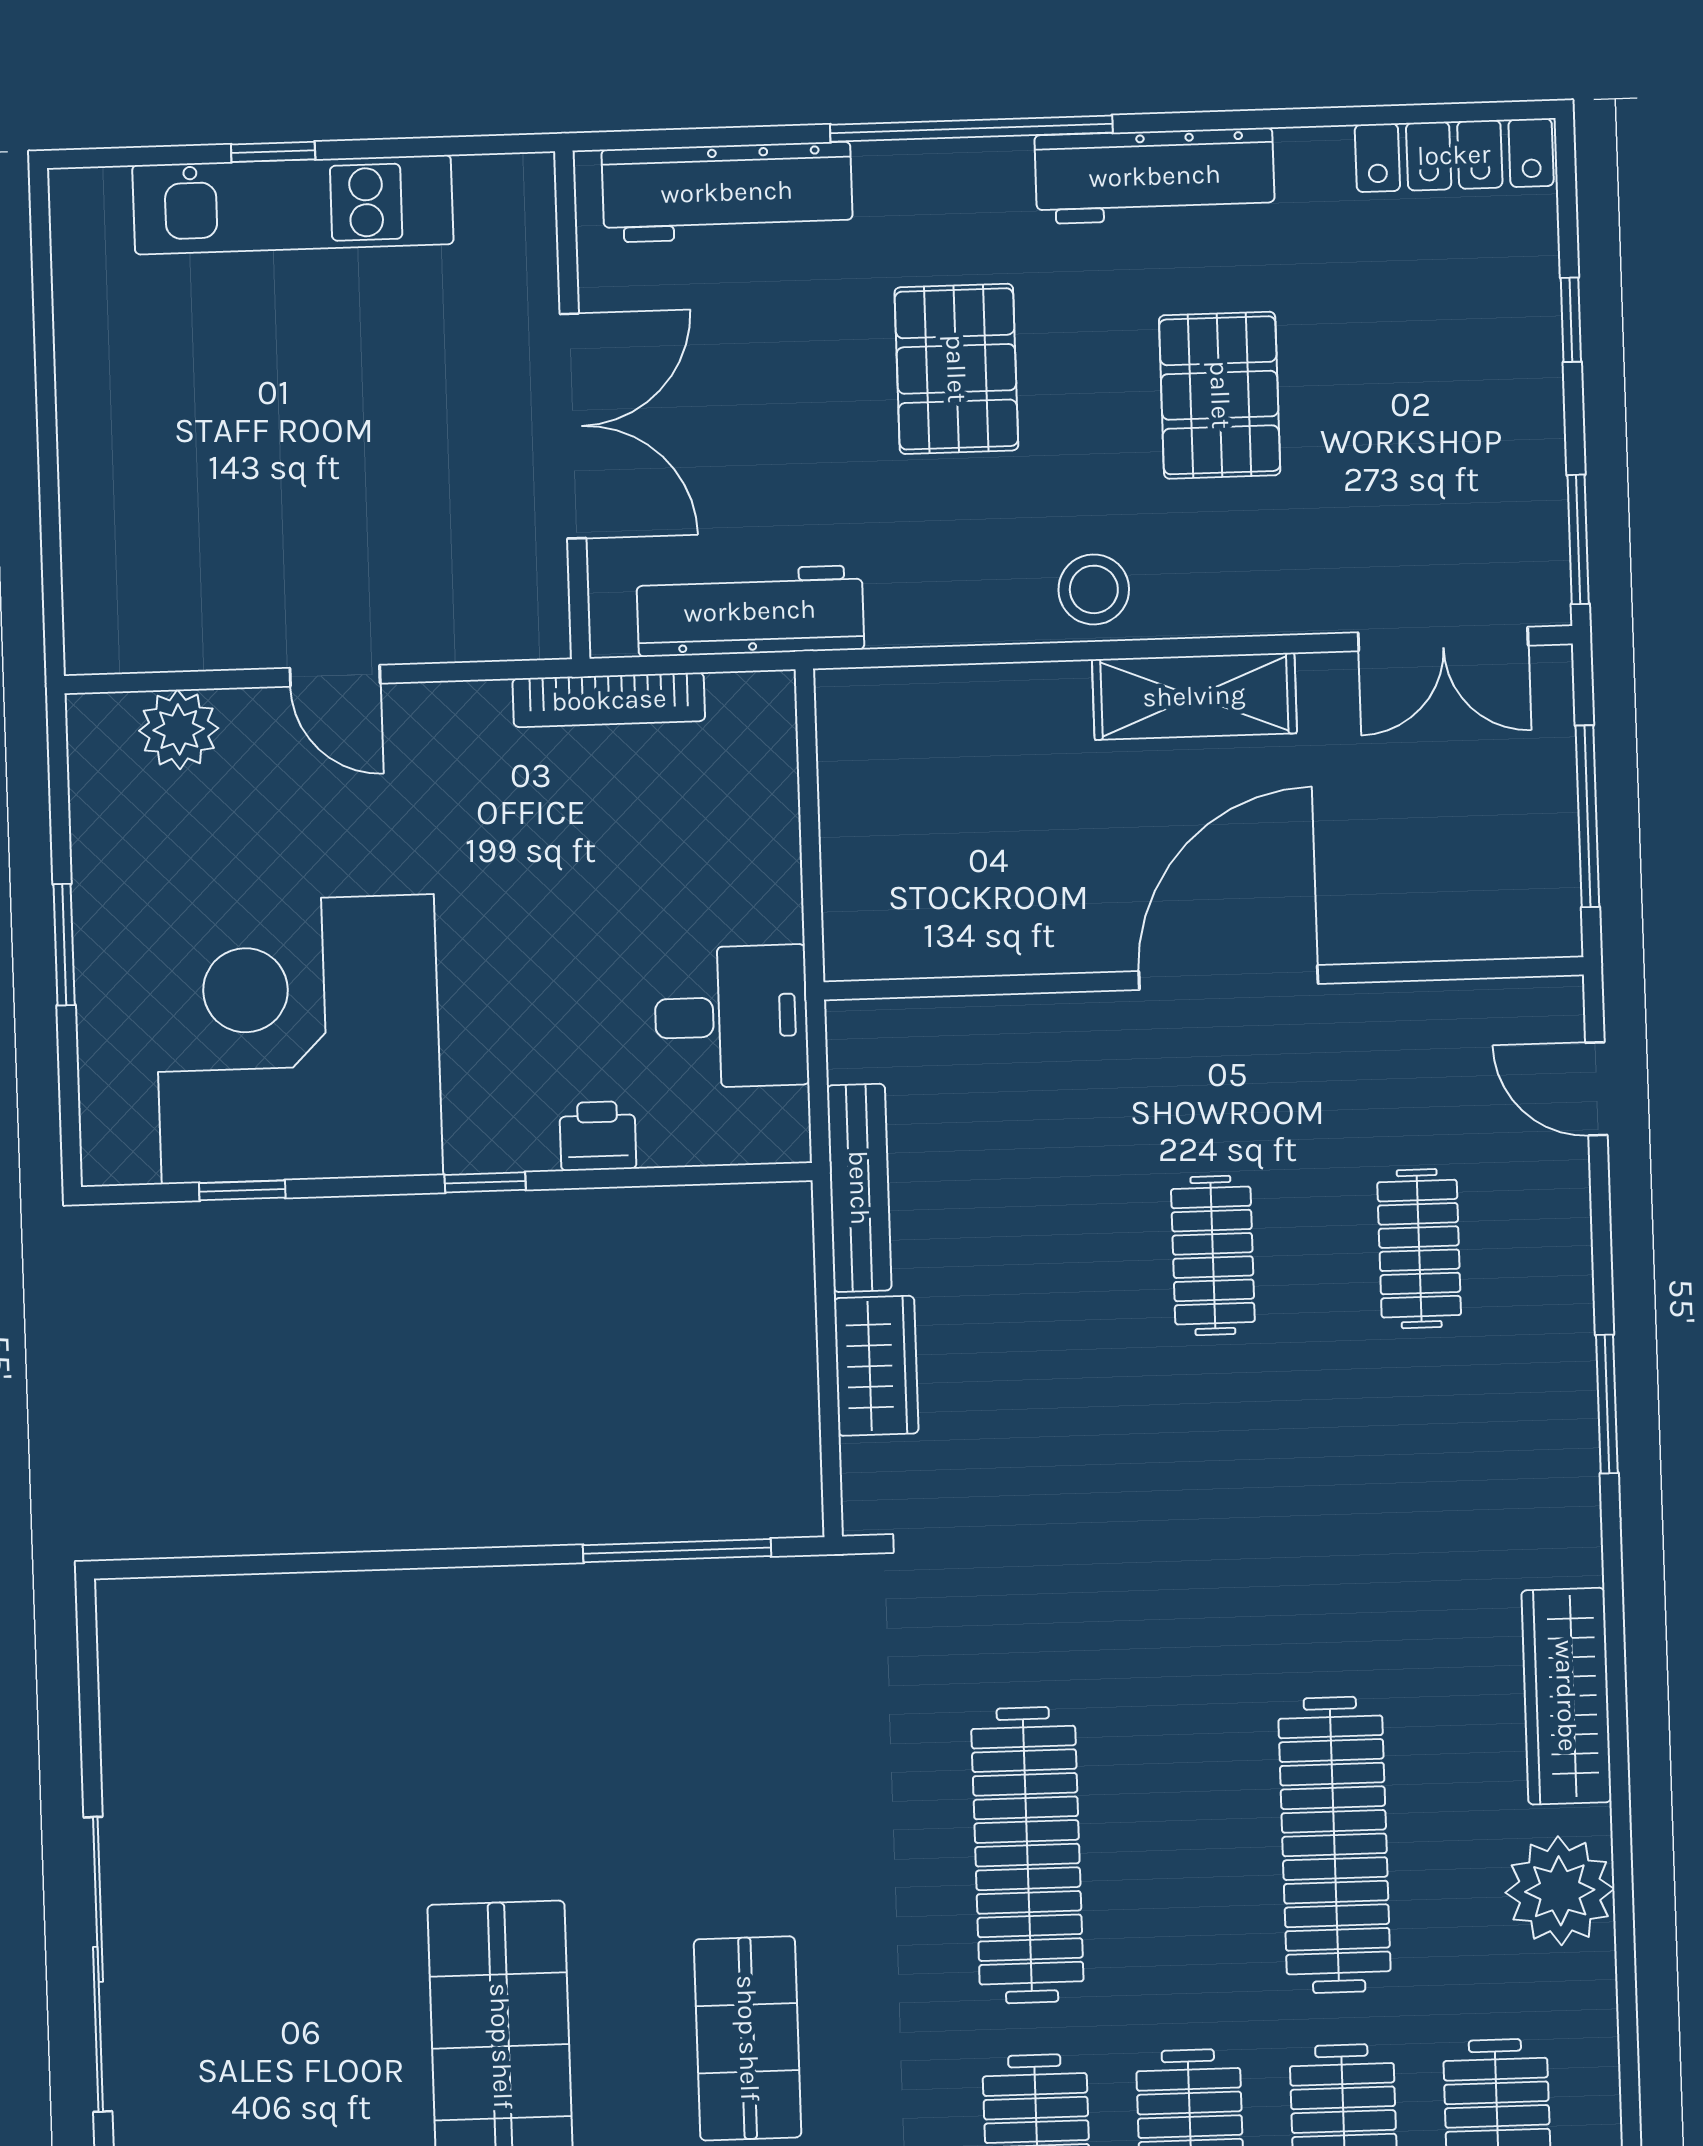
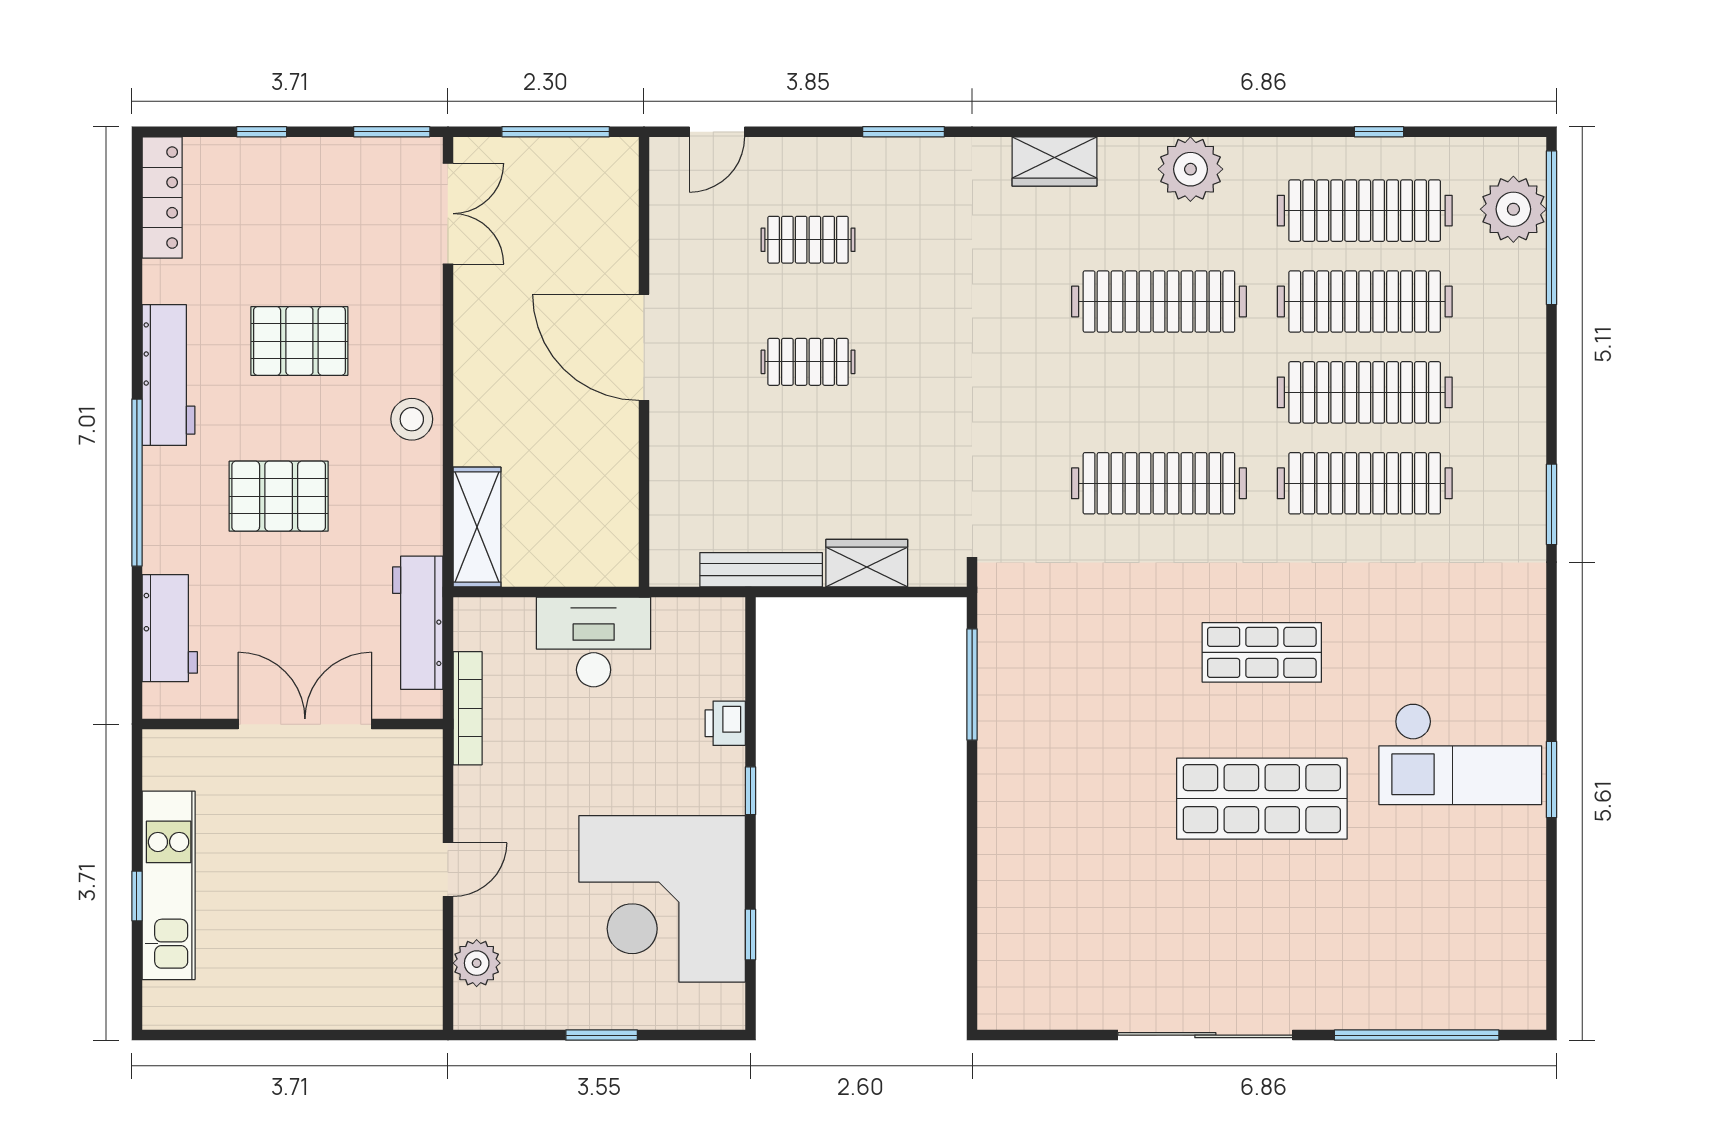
workbench: (727, 192) -> (170, 628), width x0.73
shelving: (1194, 696) -> (477, 527), moved
desk: (731, 1017) -> (594, 642), moved, width x1.37
wardrobe: (1566, 1696) -> (1054, 161), width x0.67

